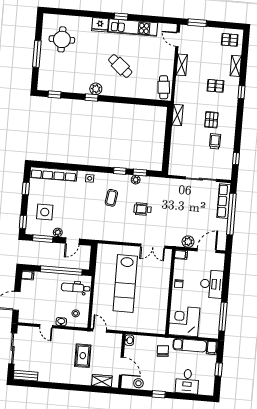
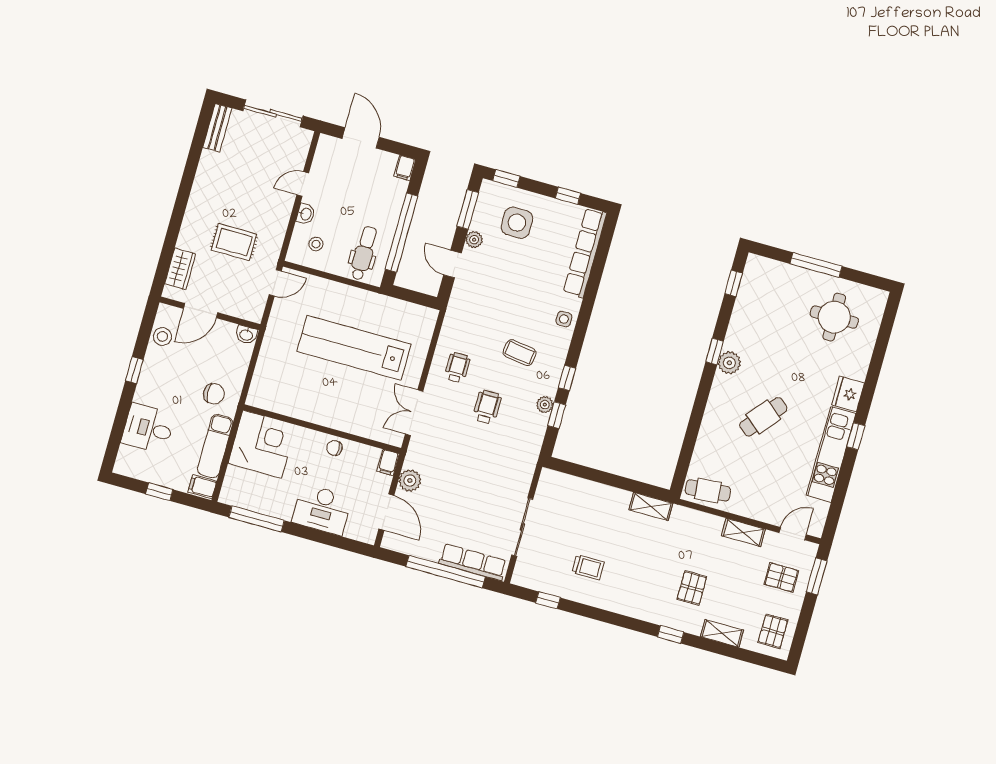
pallet: (211, 120) -> (781, 577), moved
wheelchair: (125, 228) -> (457, 368), added

